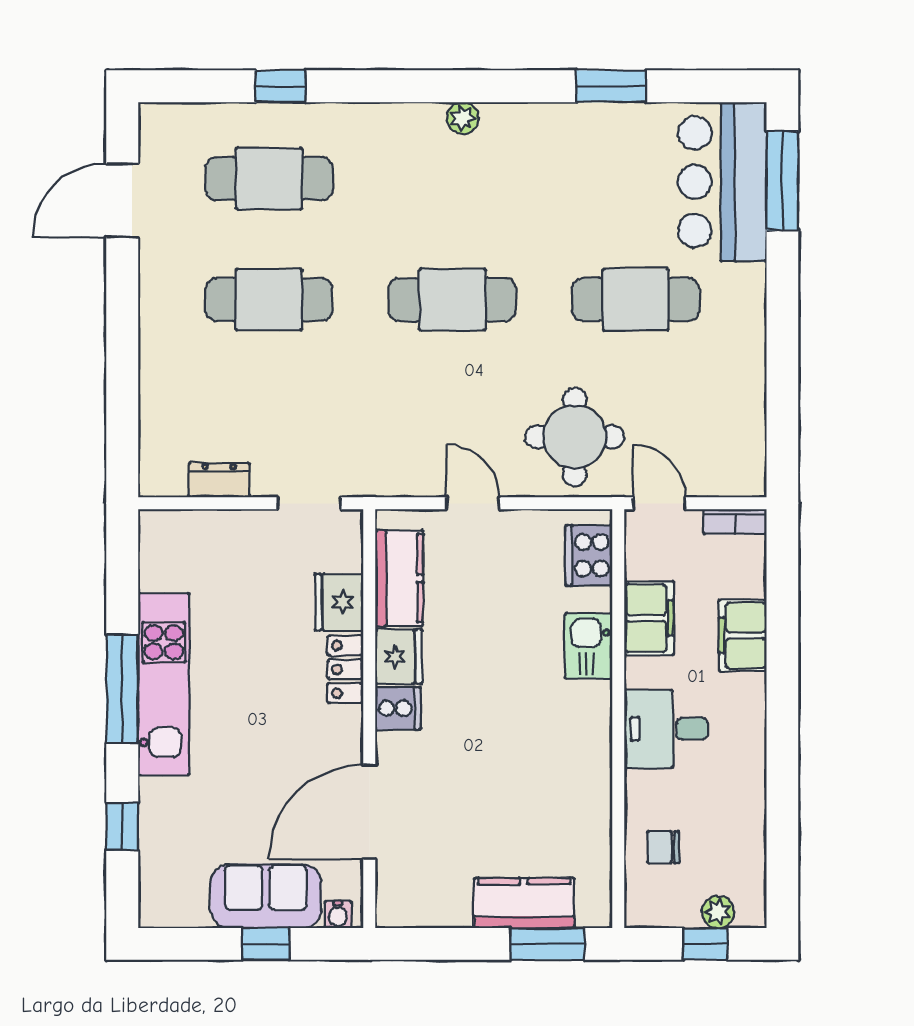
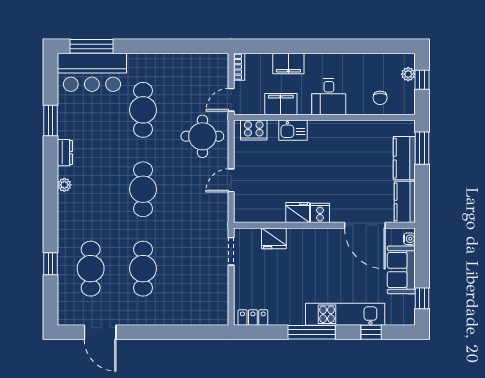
dresser: (219, 480) -> (65, 153), moved, turned 180
kitchen counter: (399, 578) -> (405, 202), moved, turned -90
locker: (345, 669) -> (253, 318), moved, turned 180
kitchen unit: (164, 684) -> (345, 314), moved
window: (266, 944) -> (422, 298), moved

